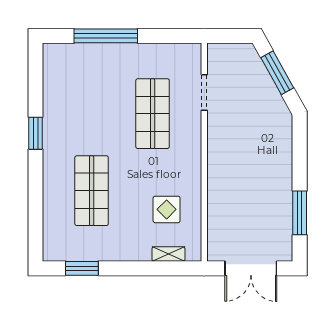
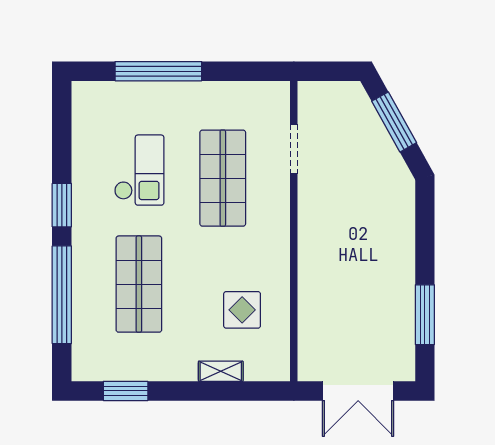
checkout: (92, 108) -> (139, 170), added
window: (36, 198) -> (62, 295), added
shelving: (168, 254) -> (221, 371), moved

